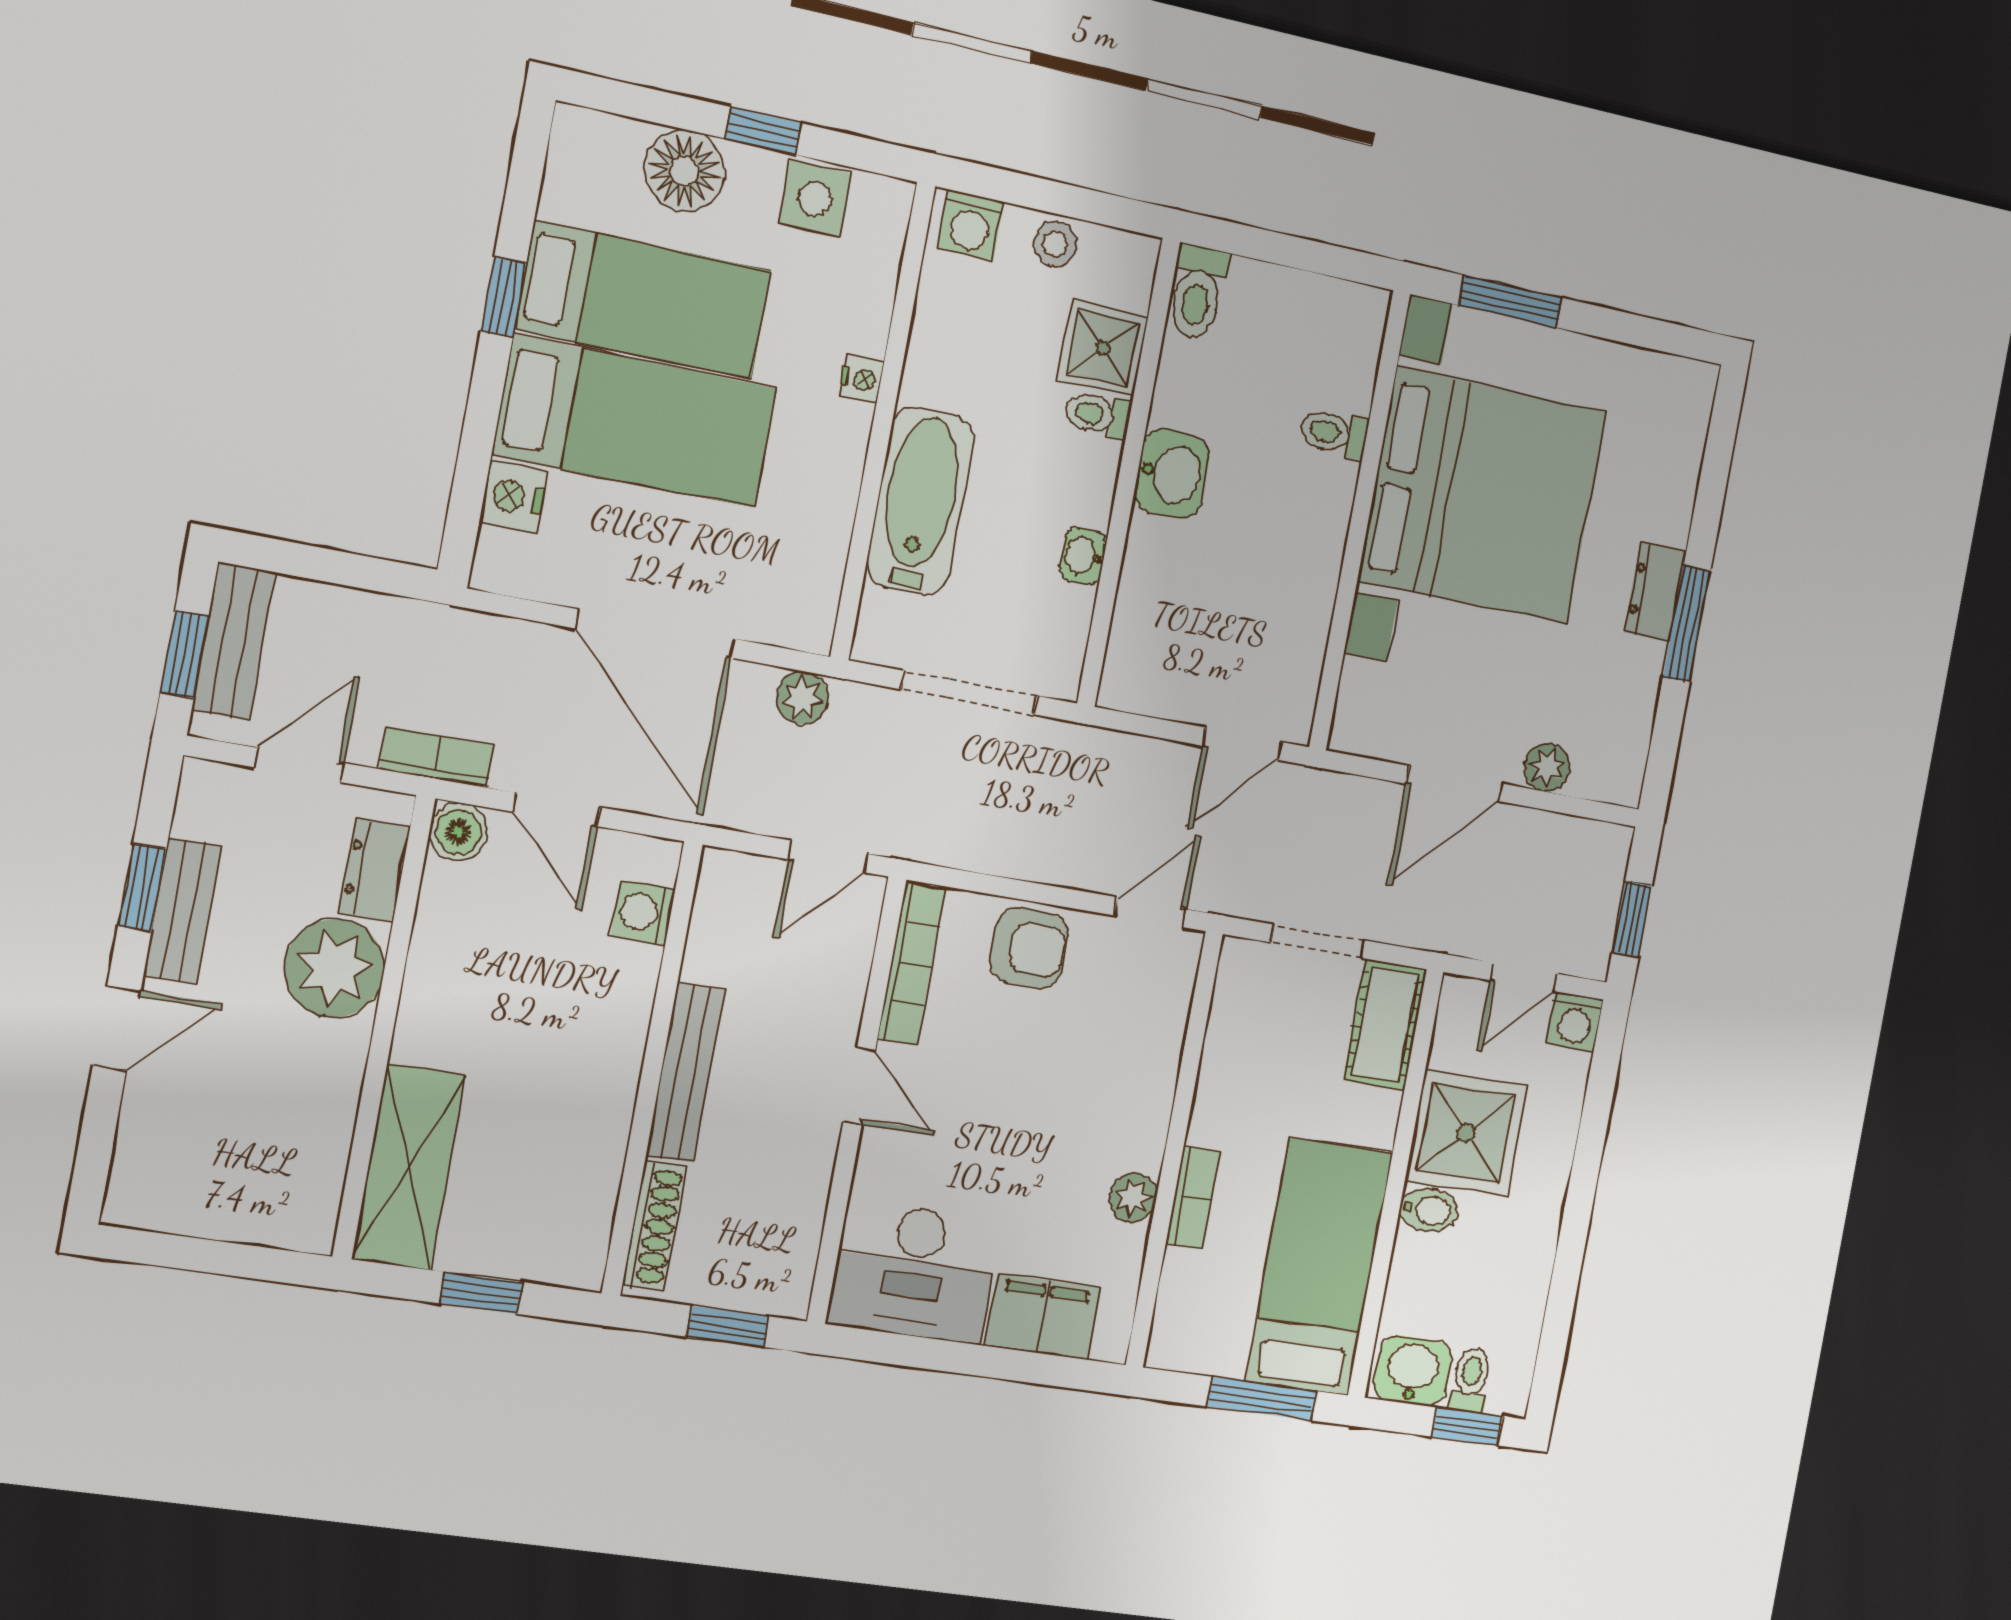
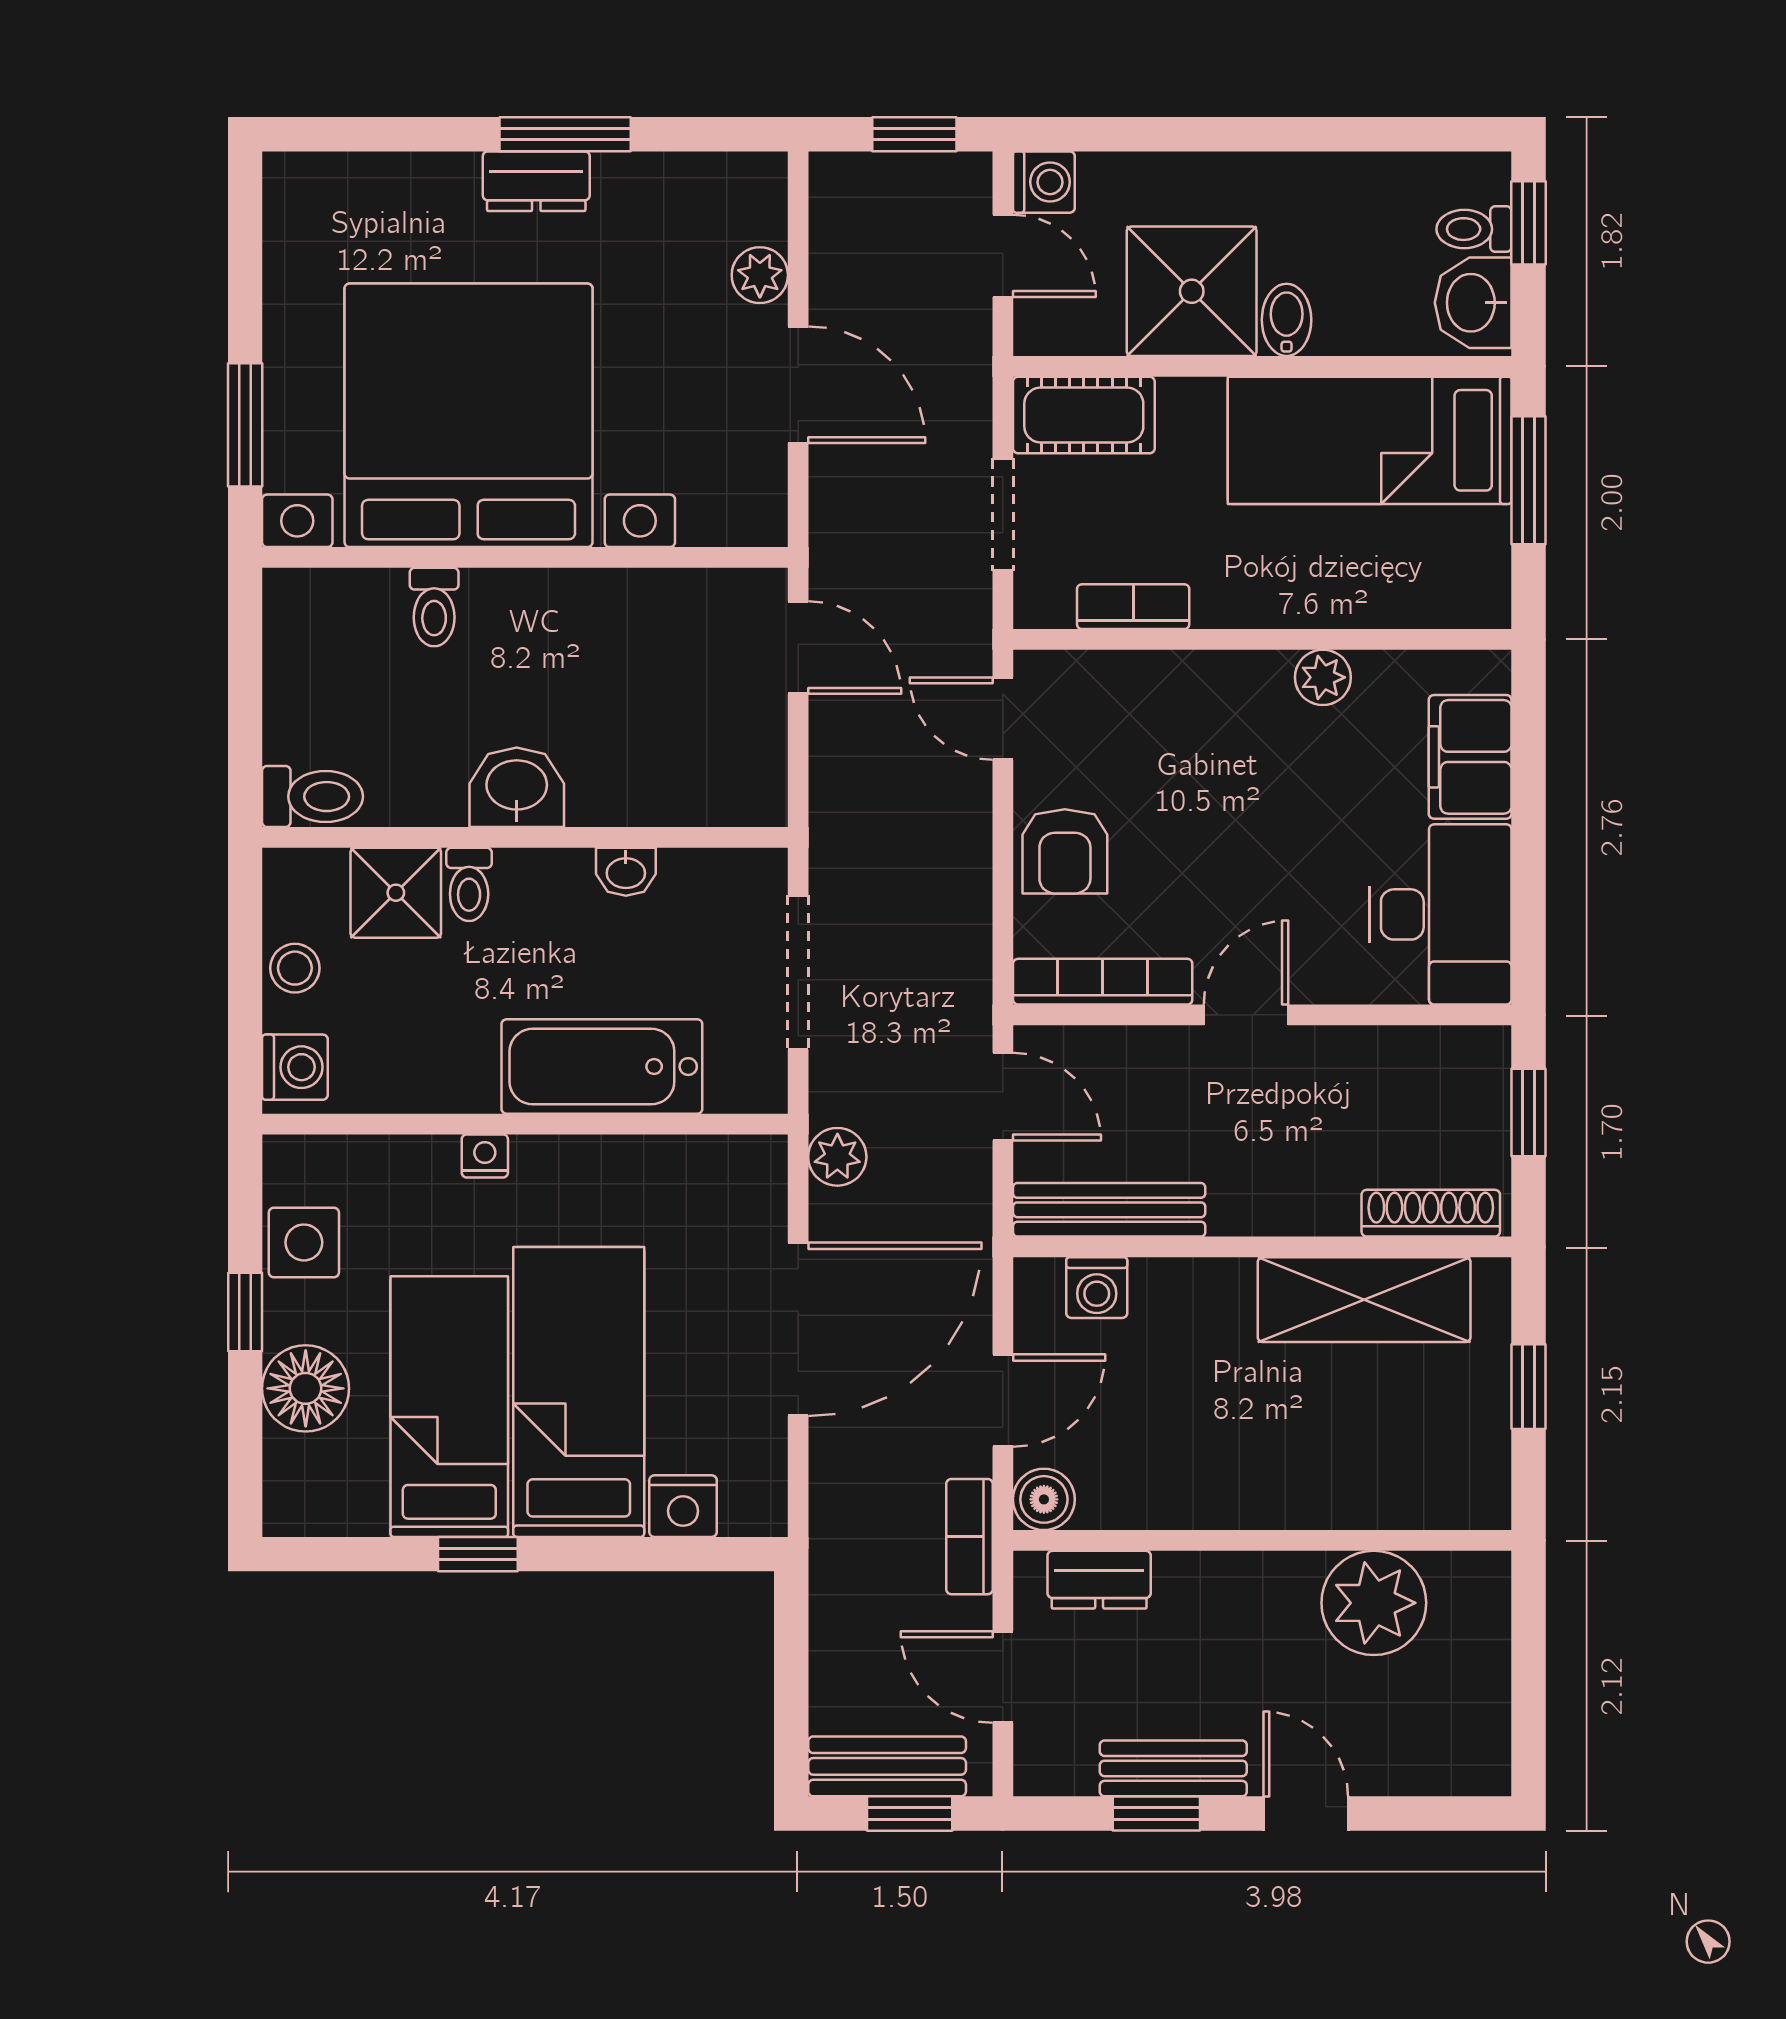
armchair: (1029, 948) -> (1065, 851), turned 180
plant: (334, 968) -> (1374, 1603), moved
bench: (686, 1072) -> (1109, 1210), moved
shelving: (409, 1167) -> (1364, 1300), moved
bookcase: (1193, 1198) -> (1133, 607), moved

